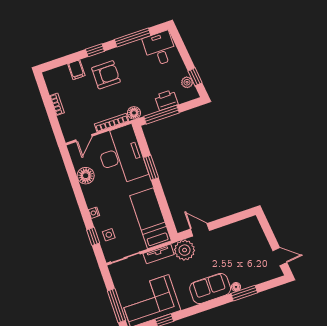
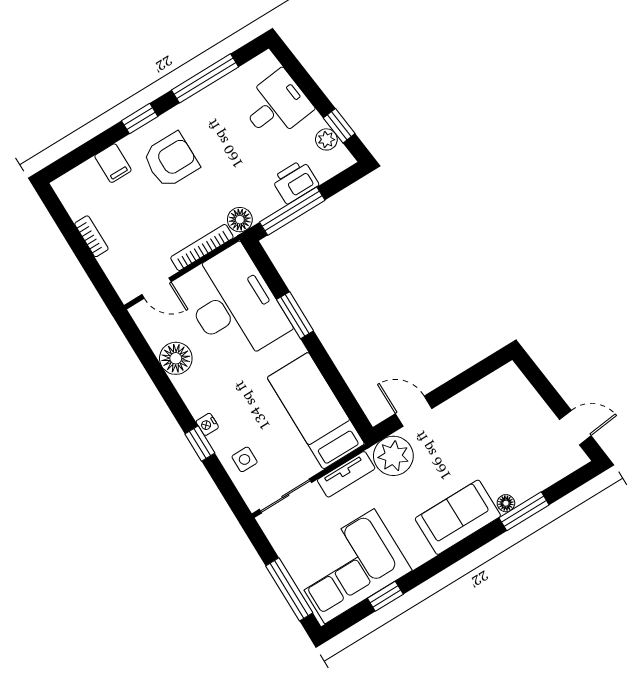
desk: (160, 49) -> (276, 105), moved, turned 83
door: (84, 138) -> (156, 288), hinge flipped
window: (93, 236) -> (200, 444), moved

